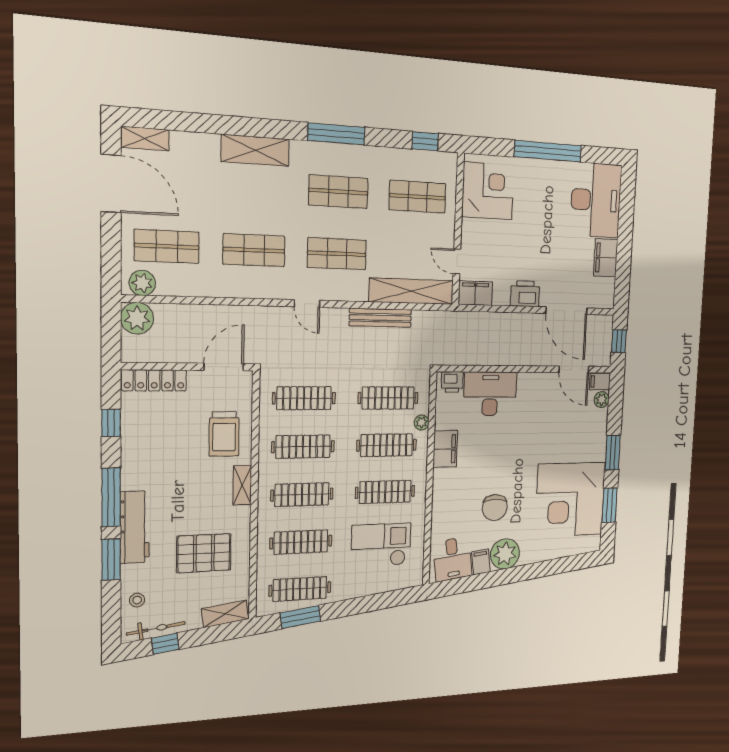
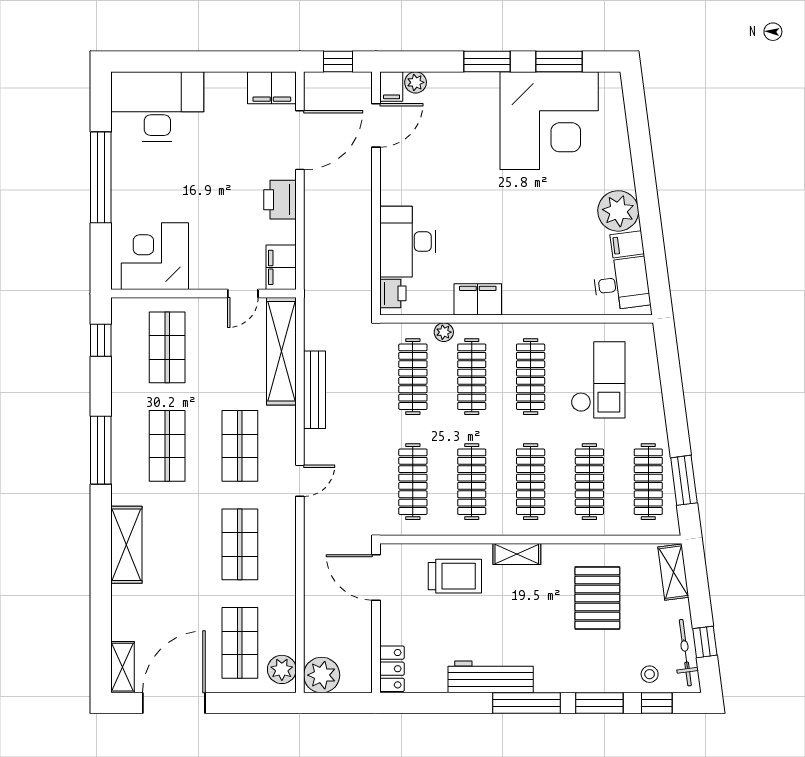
filing cabinet: (606, 258) -> (272, 88), moved
locker: (154, 380) -> (392, 669), width x0.66
window: (111, 423) -> (657, 703), moved
chair: (495, 507) -> (556, 228), removed
workbench: (135, 527) -> (491, 677), moved
checkout: (381, 545) -> (598, 380), turned 180

